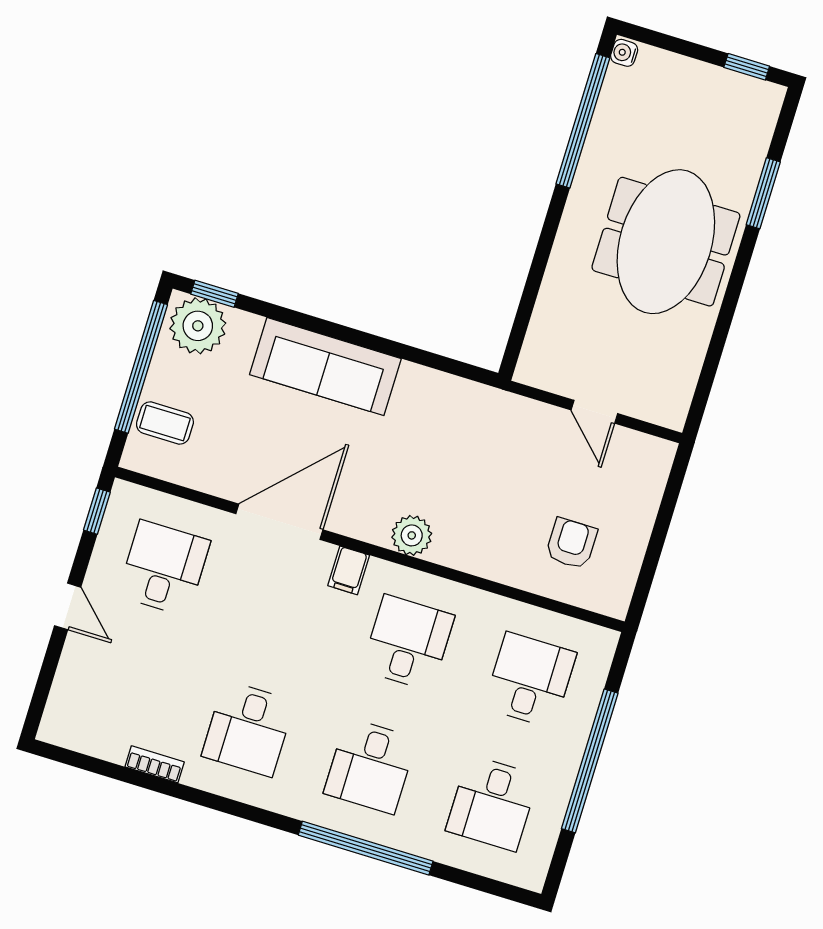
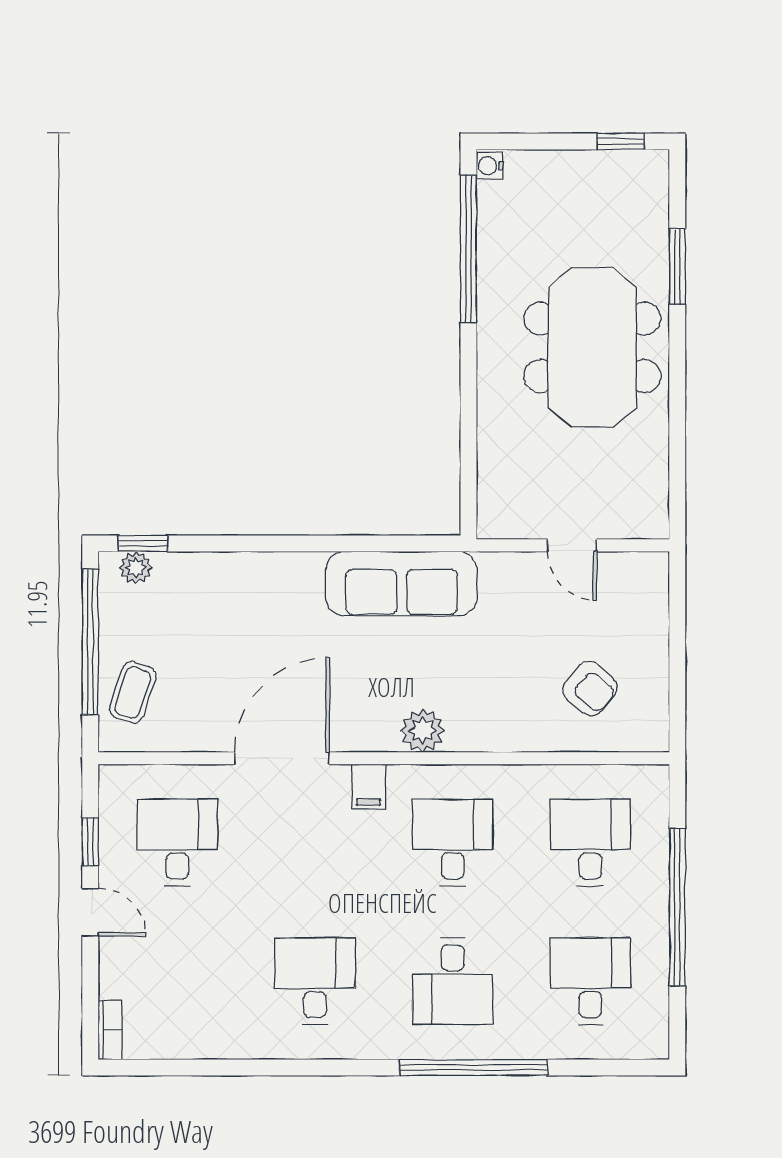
plant: (198, 326) -> (136, 568), width x0.53, depth x0.53
sofa: (325, 367) -> (402, 584), moved
coffee table: (165, 423) -> (133, 692), turned -72
window: (97, 511) -> (90, 842), moved
armchair: (571, 543) -> (590, 688), turned 130
desk: (248, 729) -> (315, 981), turned 180
bookcase: (155, 764) -> (110, 1030), moved, turned 90
desk: (492, 803) -> (590, 981), turned 180

